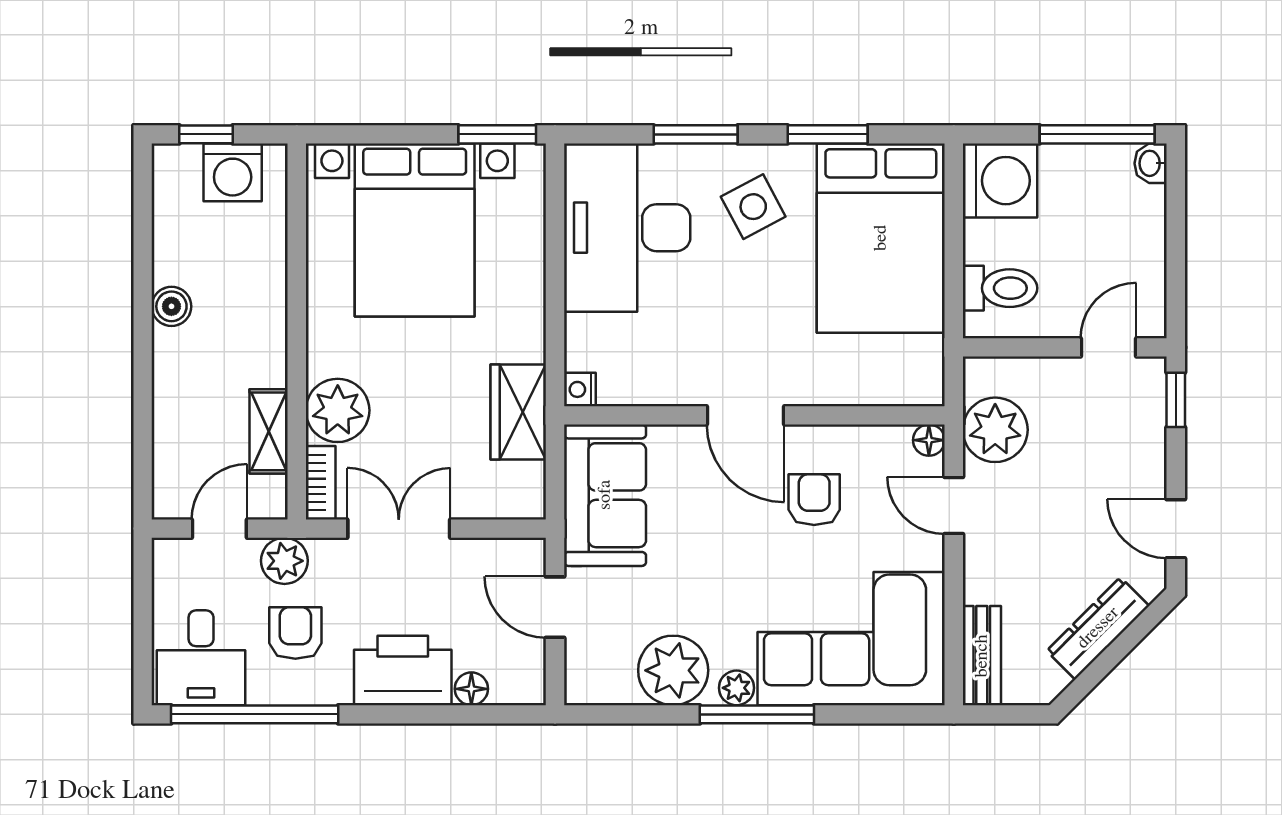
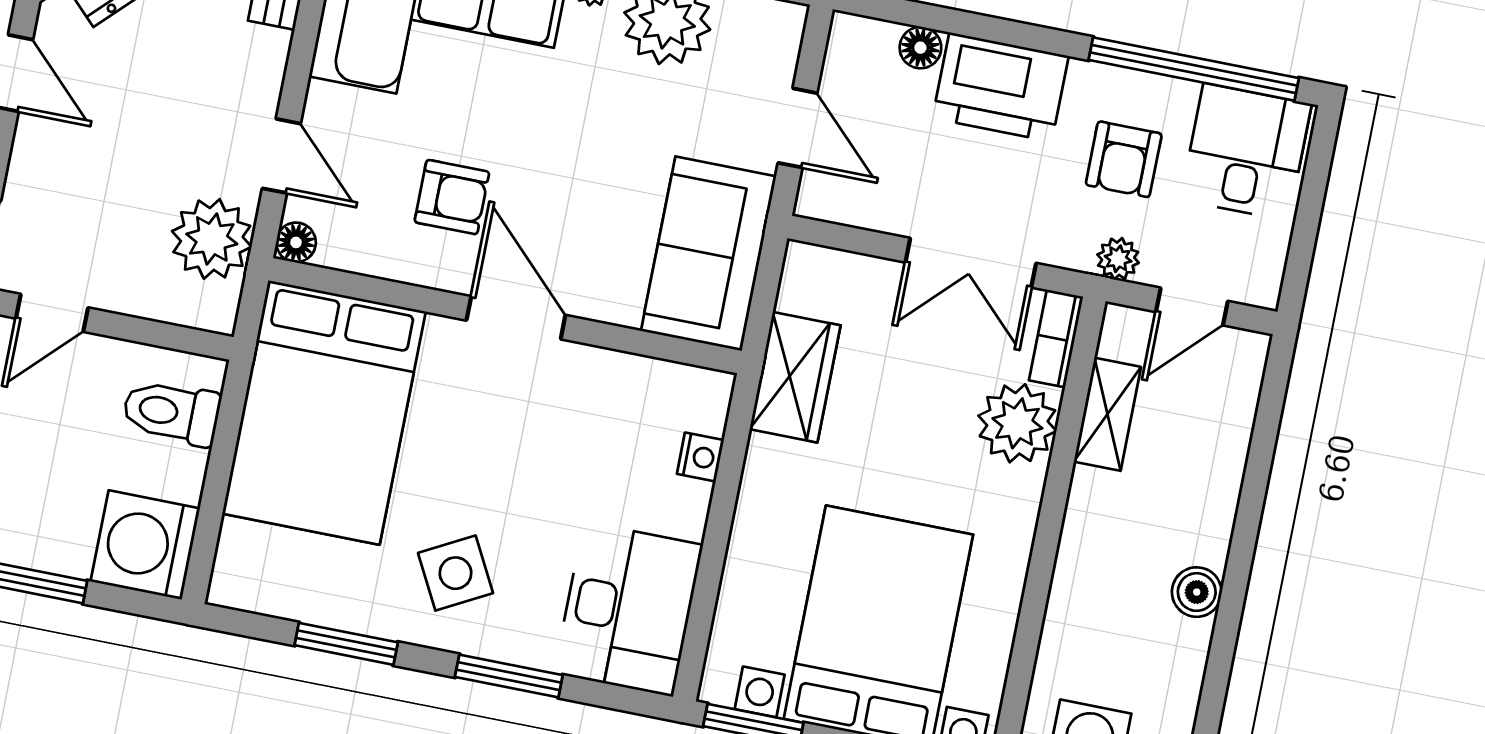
desk: (627, 228) -> (628, 609), width x0.73, depth x0.77
bed: (881, 238) -> (324, 413), moved, turned 180
nightstand: (580, 389) -> (700, 457), moved
armchair: (814, 500) -> (452, 197), turned -90
plant: (284, 561) -> (1118, 259), width x0.73, depth x0.73

